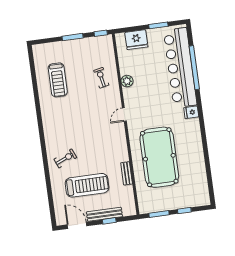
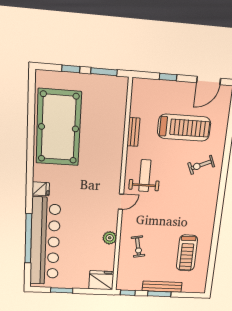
fridge: (136, 40) -> (101, 280), moved
treadmill: (58, 80) -> (187, 253), turned 180
weight bench: (110, 140) -> (145, 176), added
pool table: (159, 157) -> (59, 128), moved
treadmill: (87, 185) -> (184, 128), turned 180
bench: (104, 214) -> (162, 287), moved
door: (77, 225) -> (209, 80), hinge flipped

